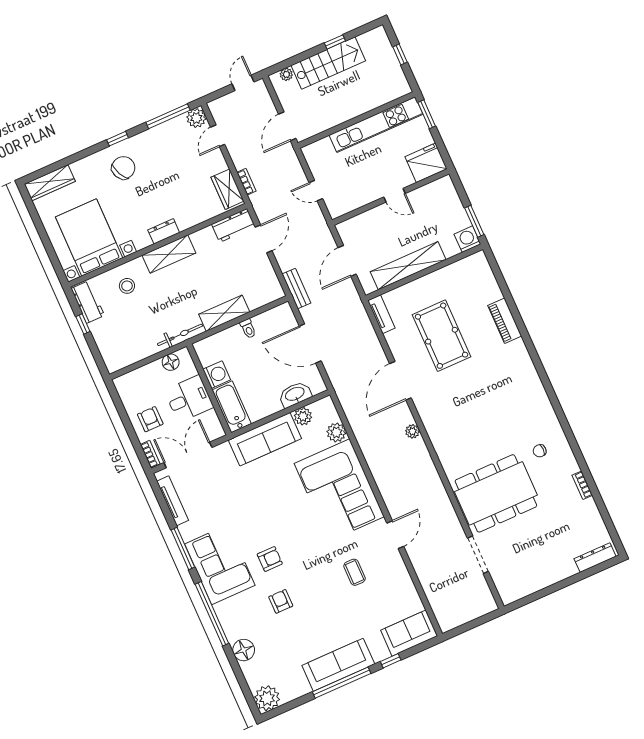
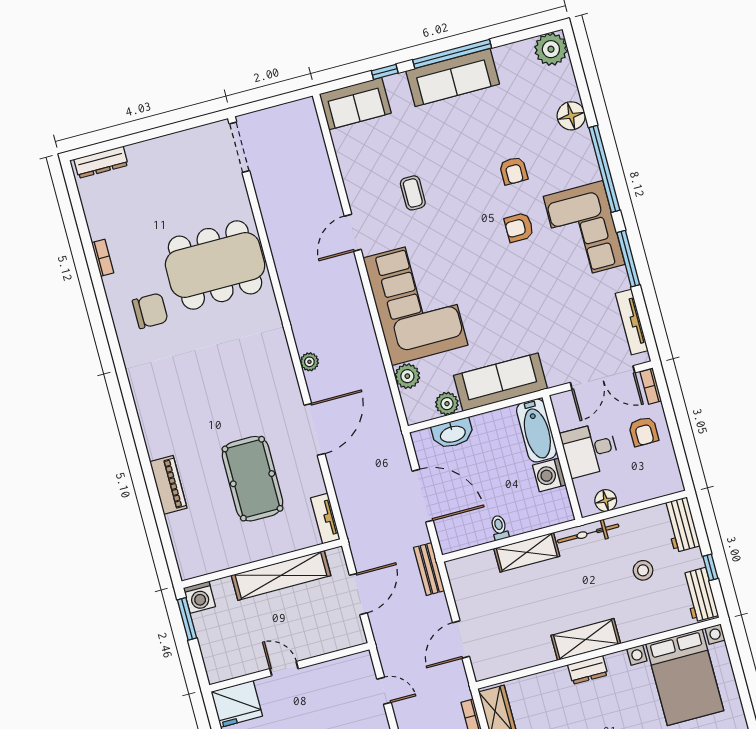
workbench: (233, 225) -> (681, 525), moved, turned -90
stool: (127, 286) -> (643, 570), moved
chair: (540, 451) -> (150, 311), width x1.87, depth x1.87
doorway: (478, 555) -> (239, 147), moved

